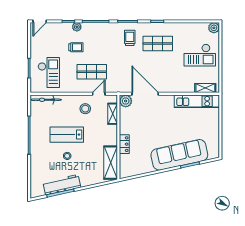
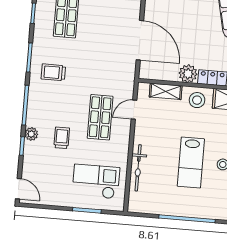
trolley: (130, 38) -> (53, 72), moved
door: (99, 94) -> (134, 110), hinge flipped
door: (145, 94) -> (140, 40), swing flipped
bicycle: (46, 100) -> (138, 168), moved
plant: (126, 101) -> (188, 74), moved
stool: (85, 109) -> (197, 100), moved

